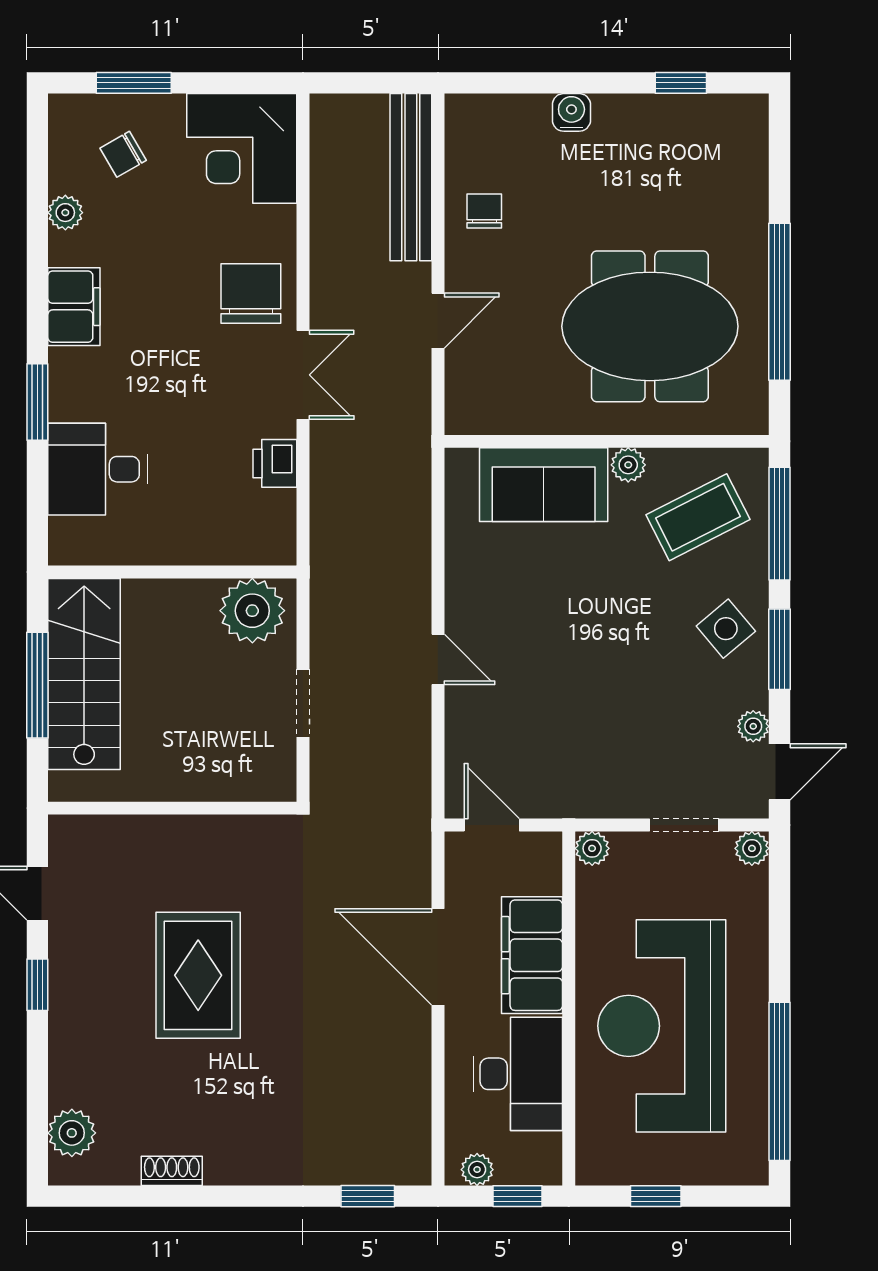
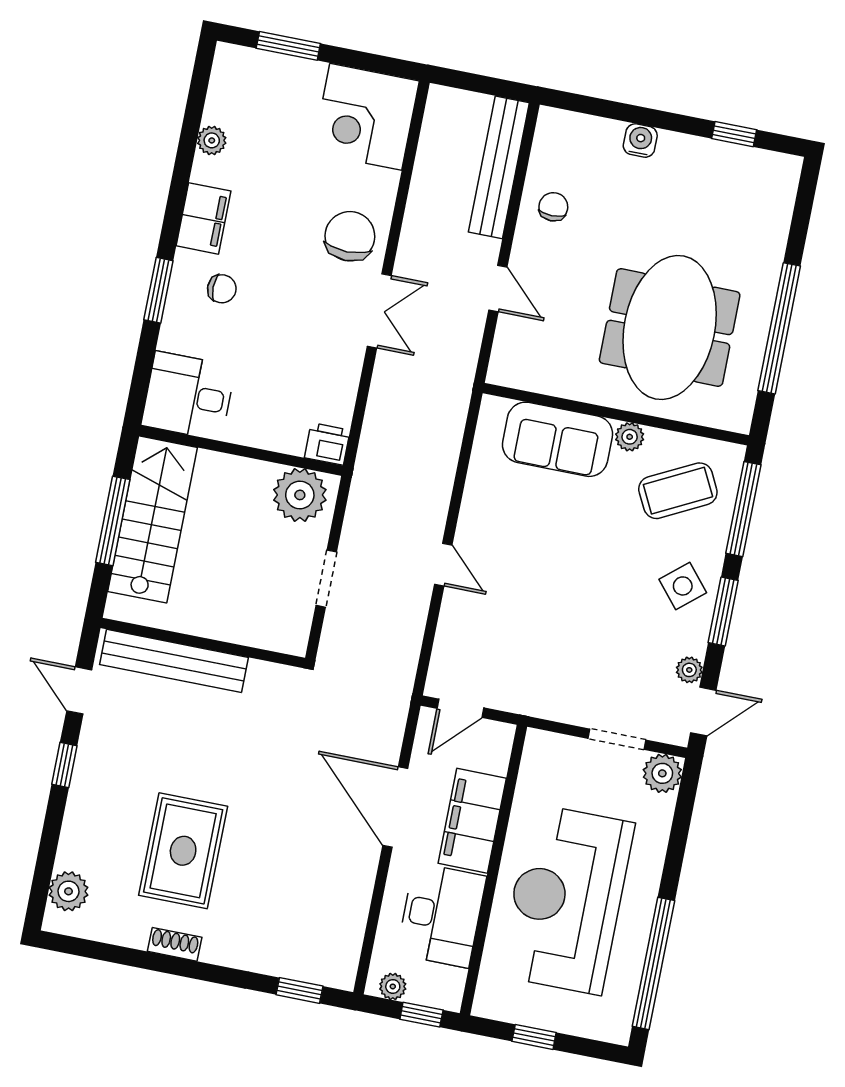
chair: (123, 154) -> (222, 289), moved, turned -150
door: (438, 321) -> (498, 289), hinge flipped
meeting table: (650, 326) -> (670, 327), turned 90
printer: (275, 463) -> (327, 444), moved, turned 90
desk: (98, 469) -> (188, 396), moved
door: (492, 825) -> (460, 708), swing flipped
bench: (143, 836) -> (174, 661), added
plant: (592, 848) -> (538, 743), removed
plant: (752, 848) -> (662, 773), width x1.38, depth x1.38
rug: (198, 975) -> (183, 851), moved
shoe rack: (172, 1171) -> (175, 944), moved

